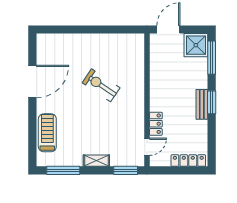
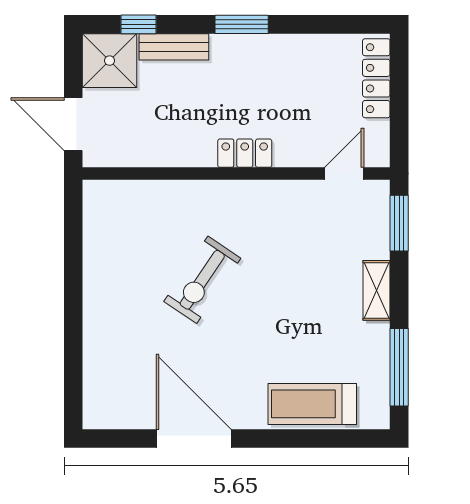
window: (212, 58) -> (138, 24), width x0.46
bench: (202, 104) -> (174, 47), moved
locker: (156, 124) -> (245, 153), moved
door: (147, 147) -> (344, 174), hinge flipped

